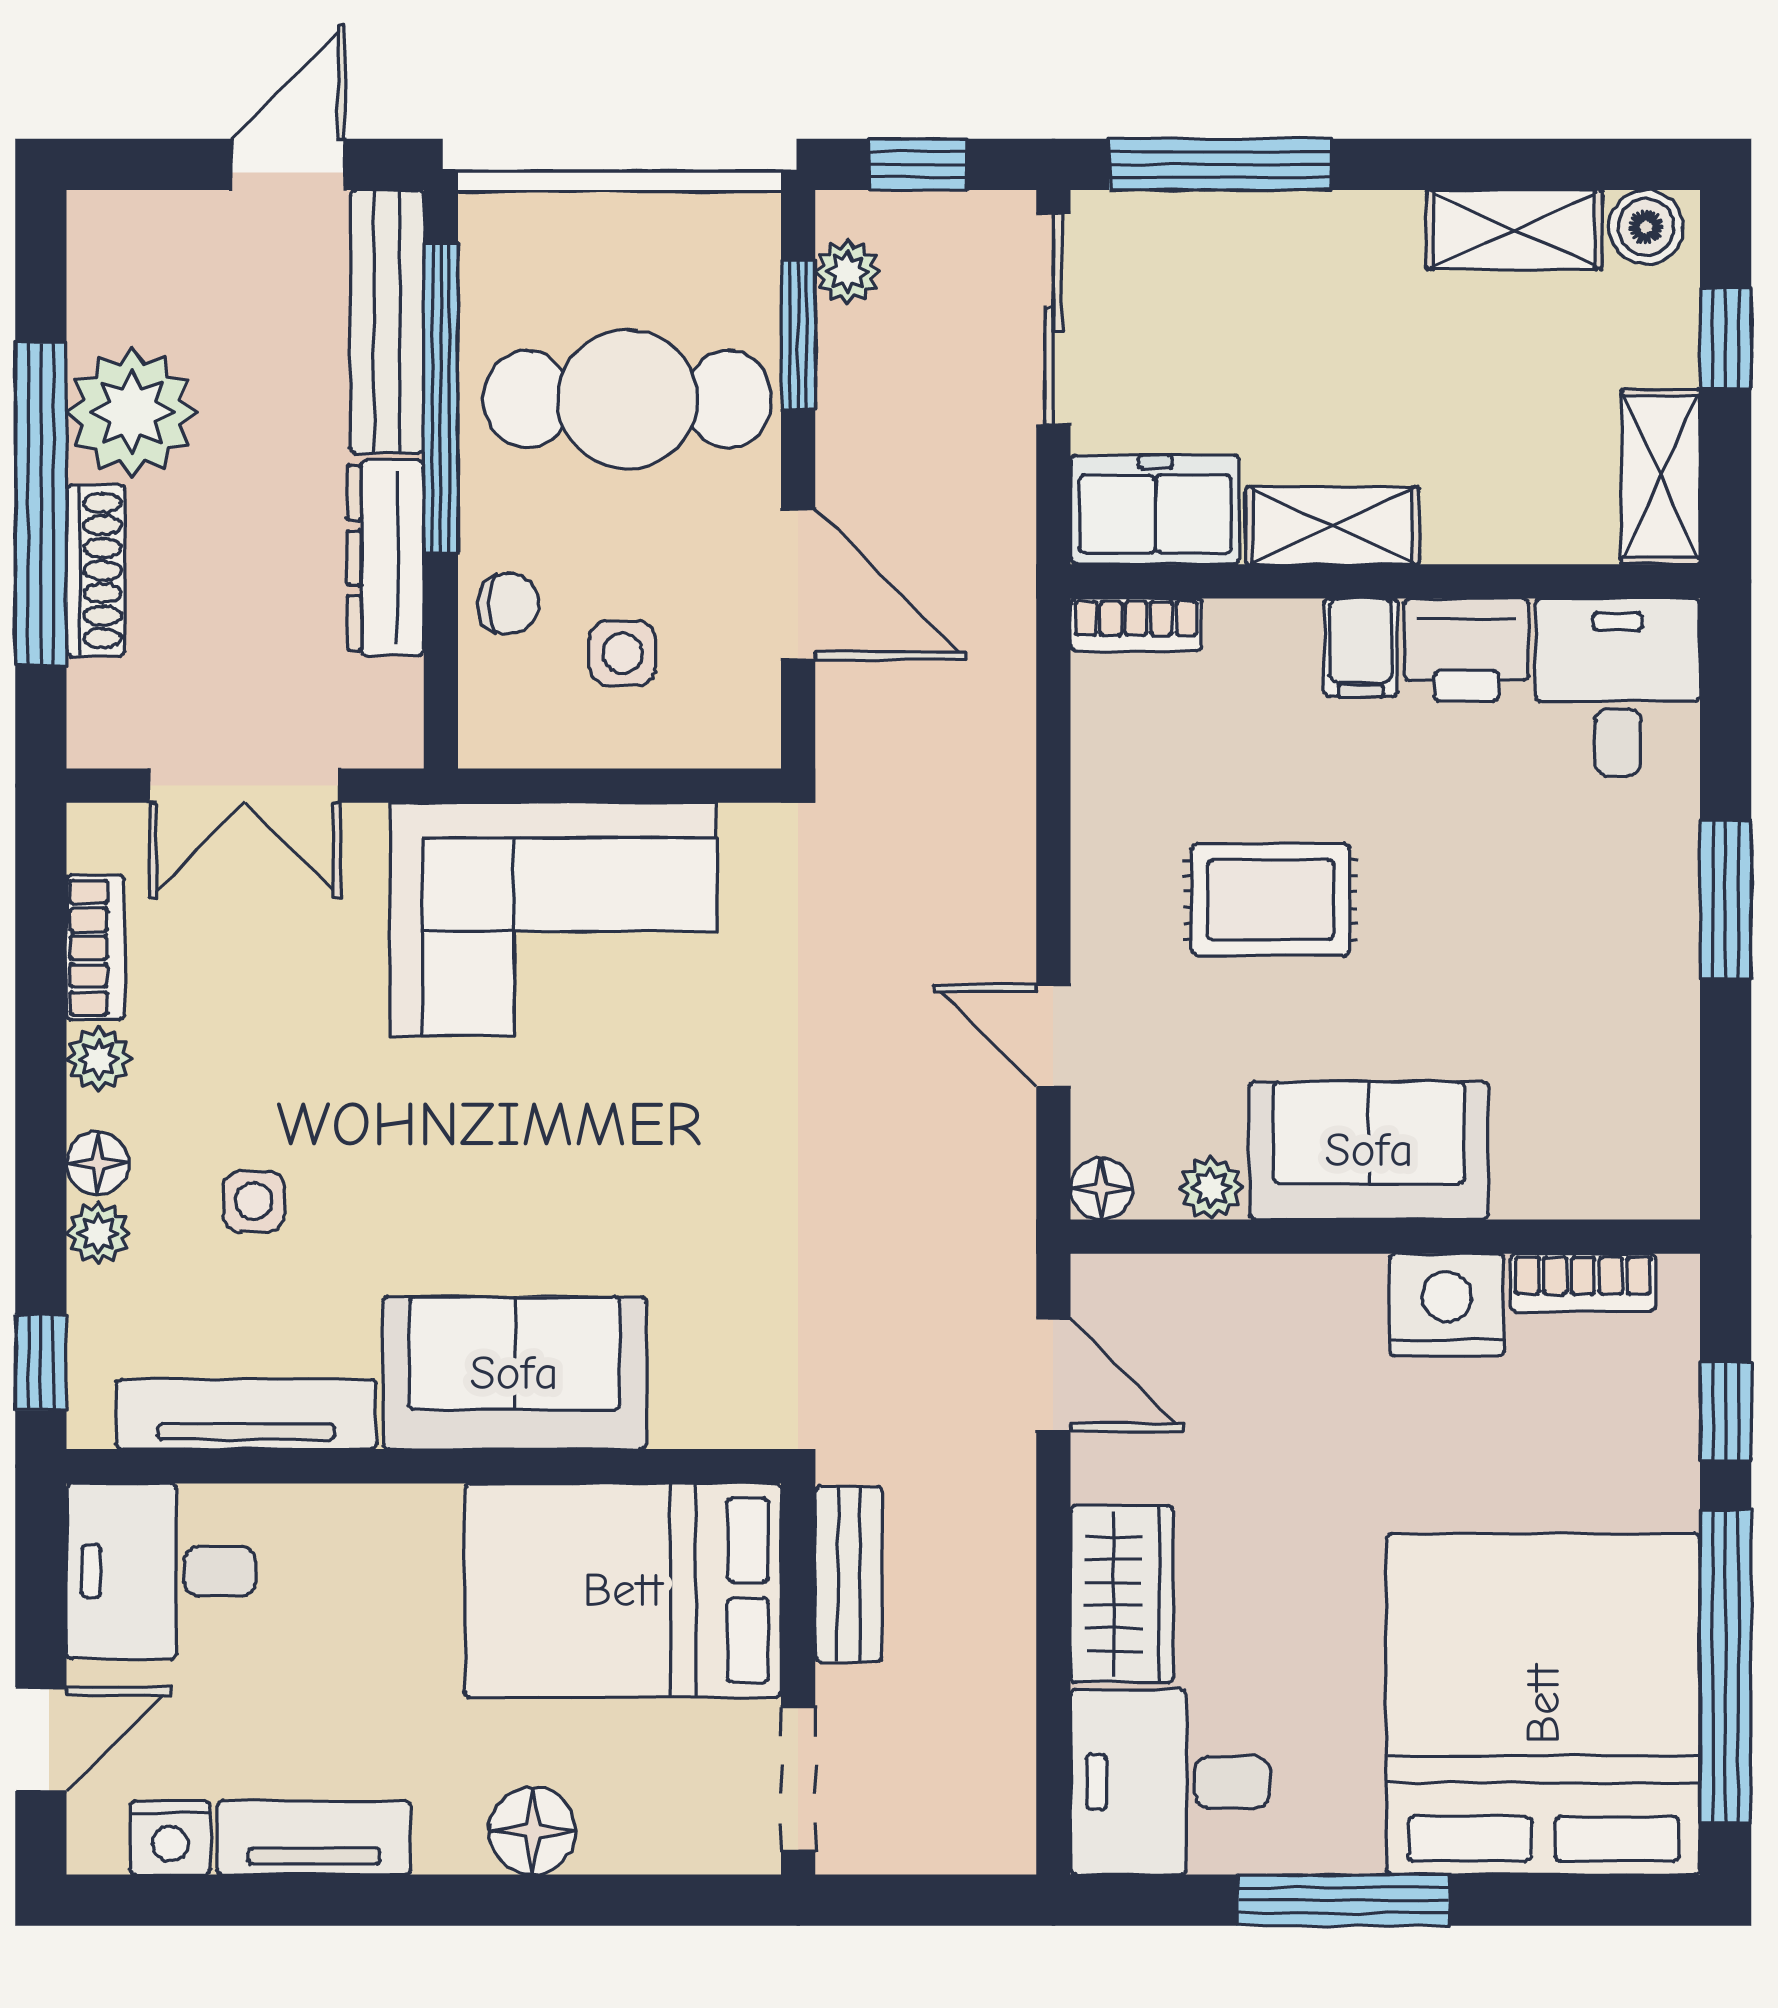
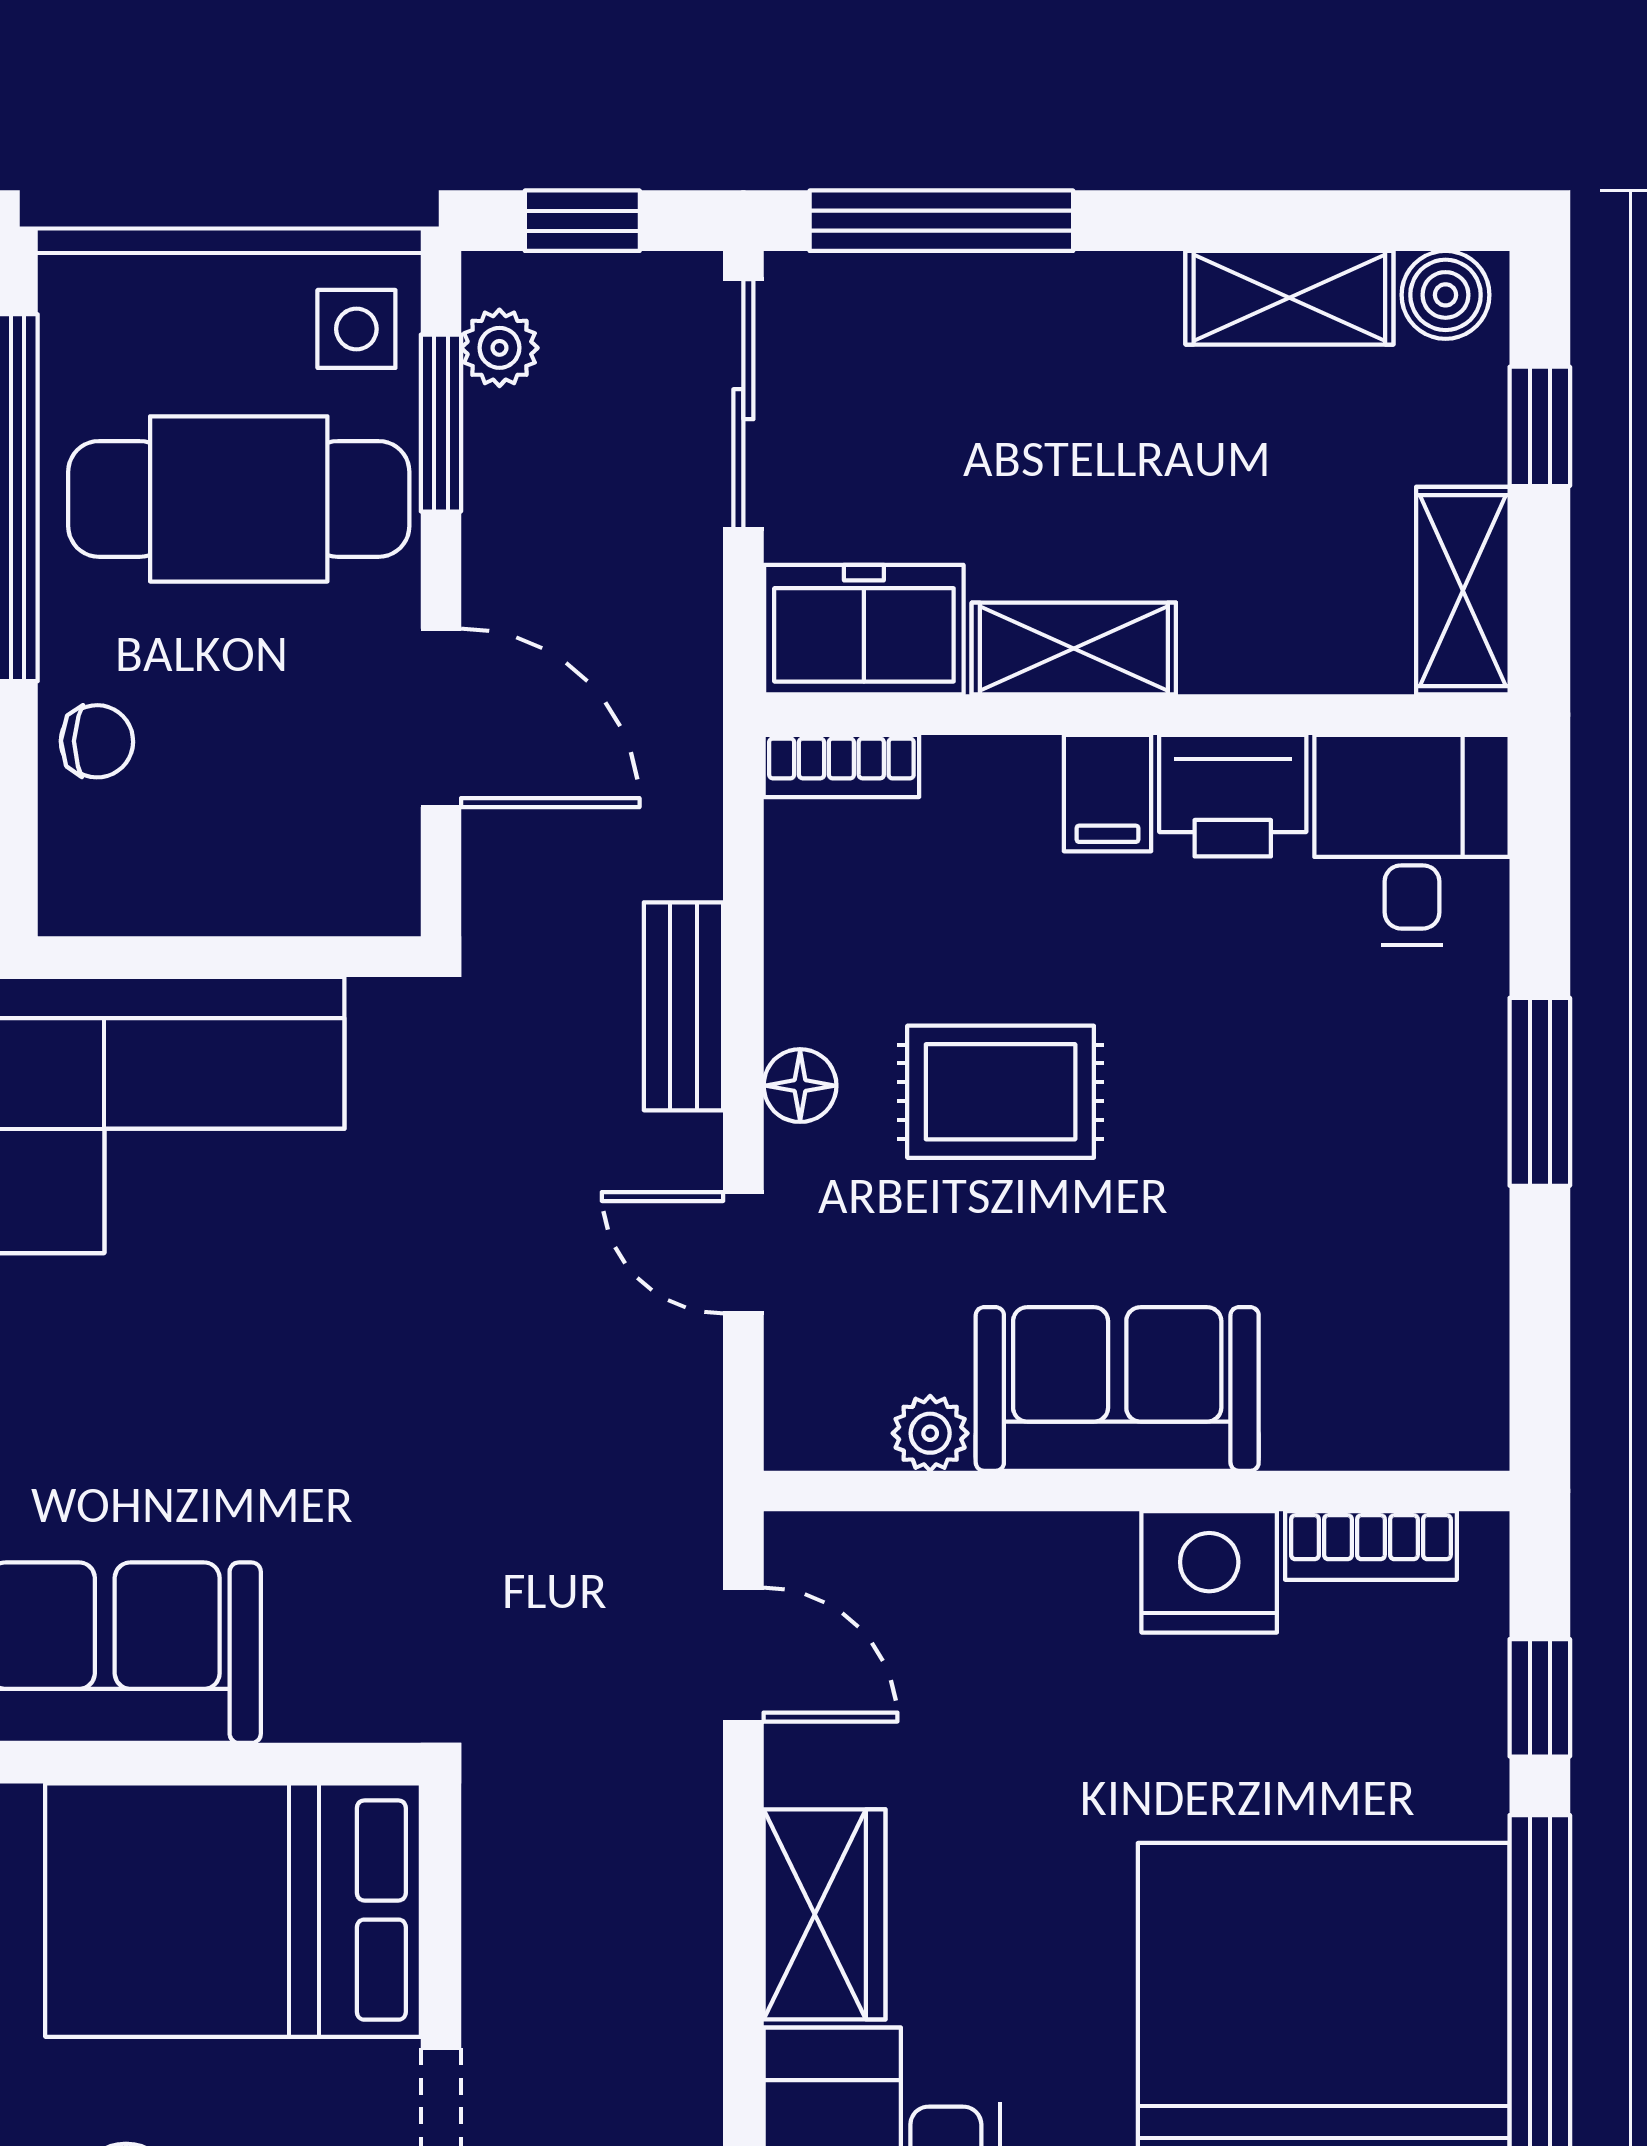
side table: (623, 653) -> (356, 329), moved
floor lamp: (1101, 1189) -> (800, 1086), moved
bench: (849, 1574) -> (684, 1006), moved

